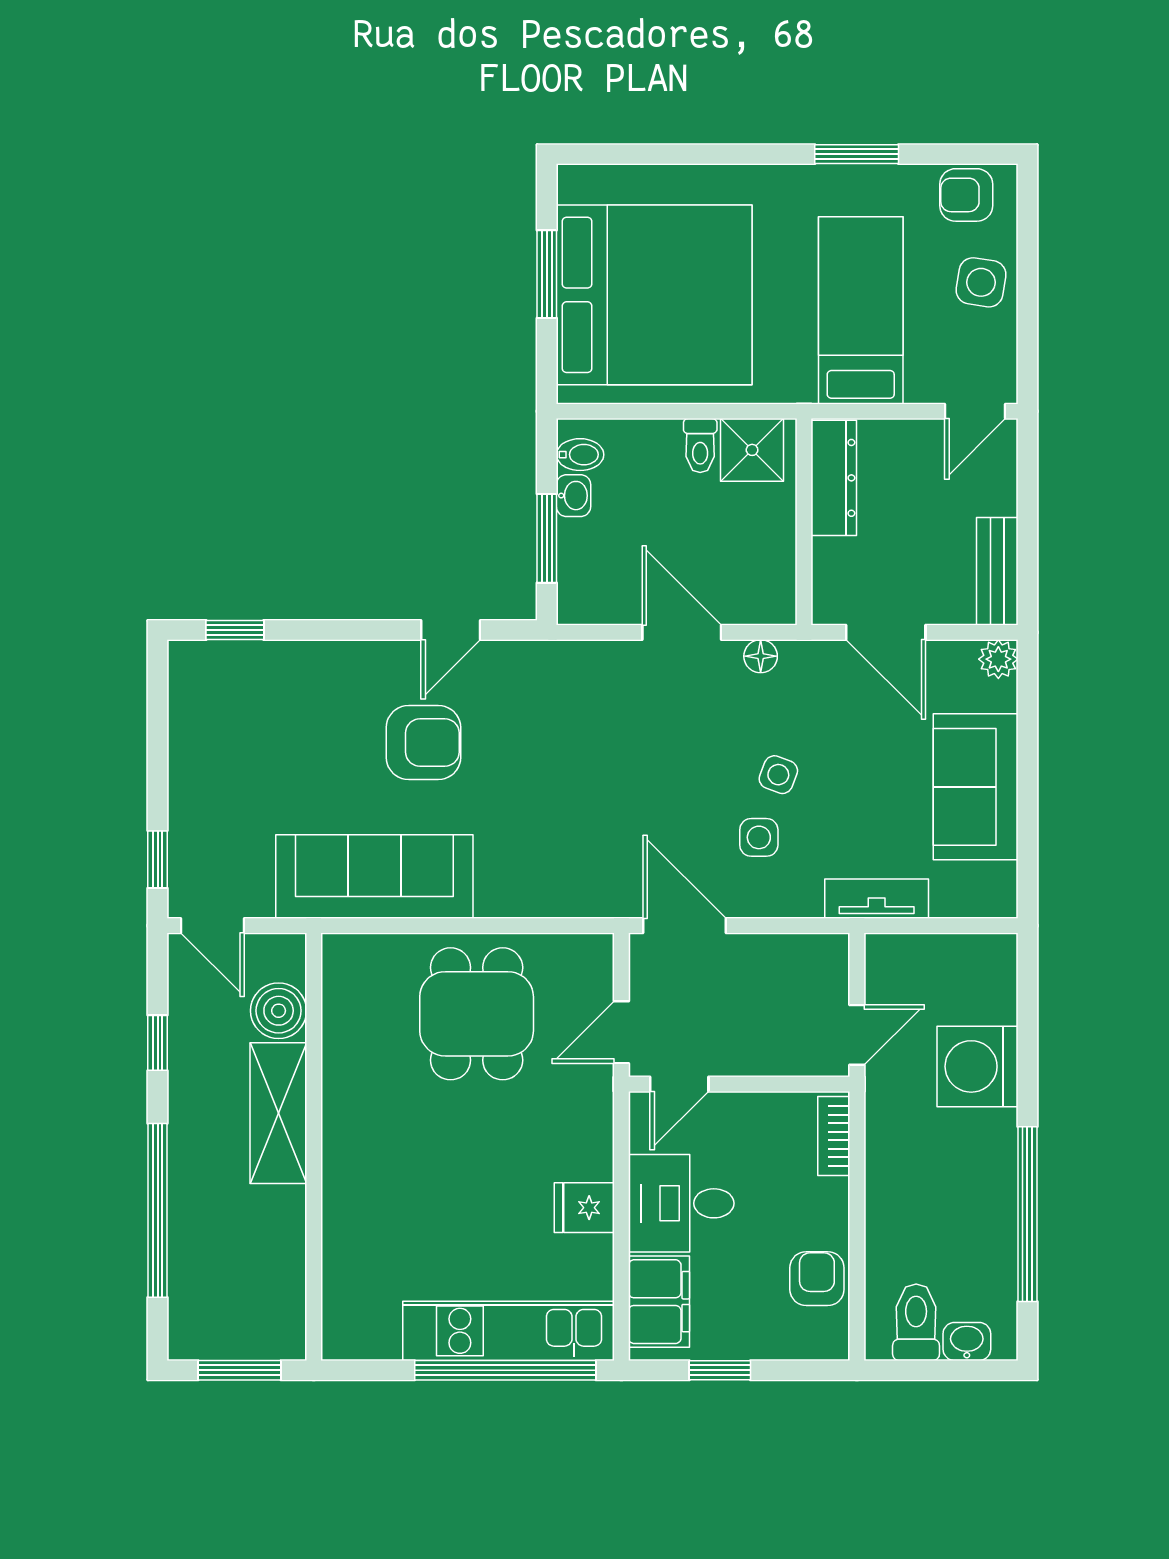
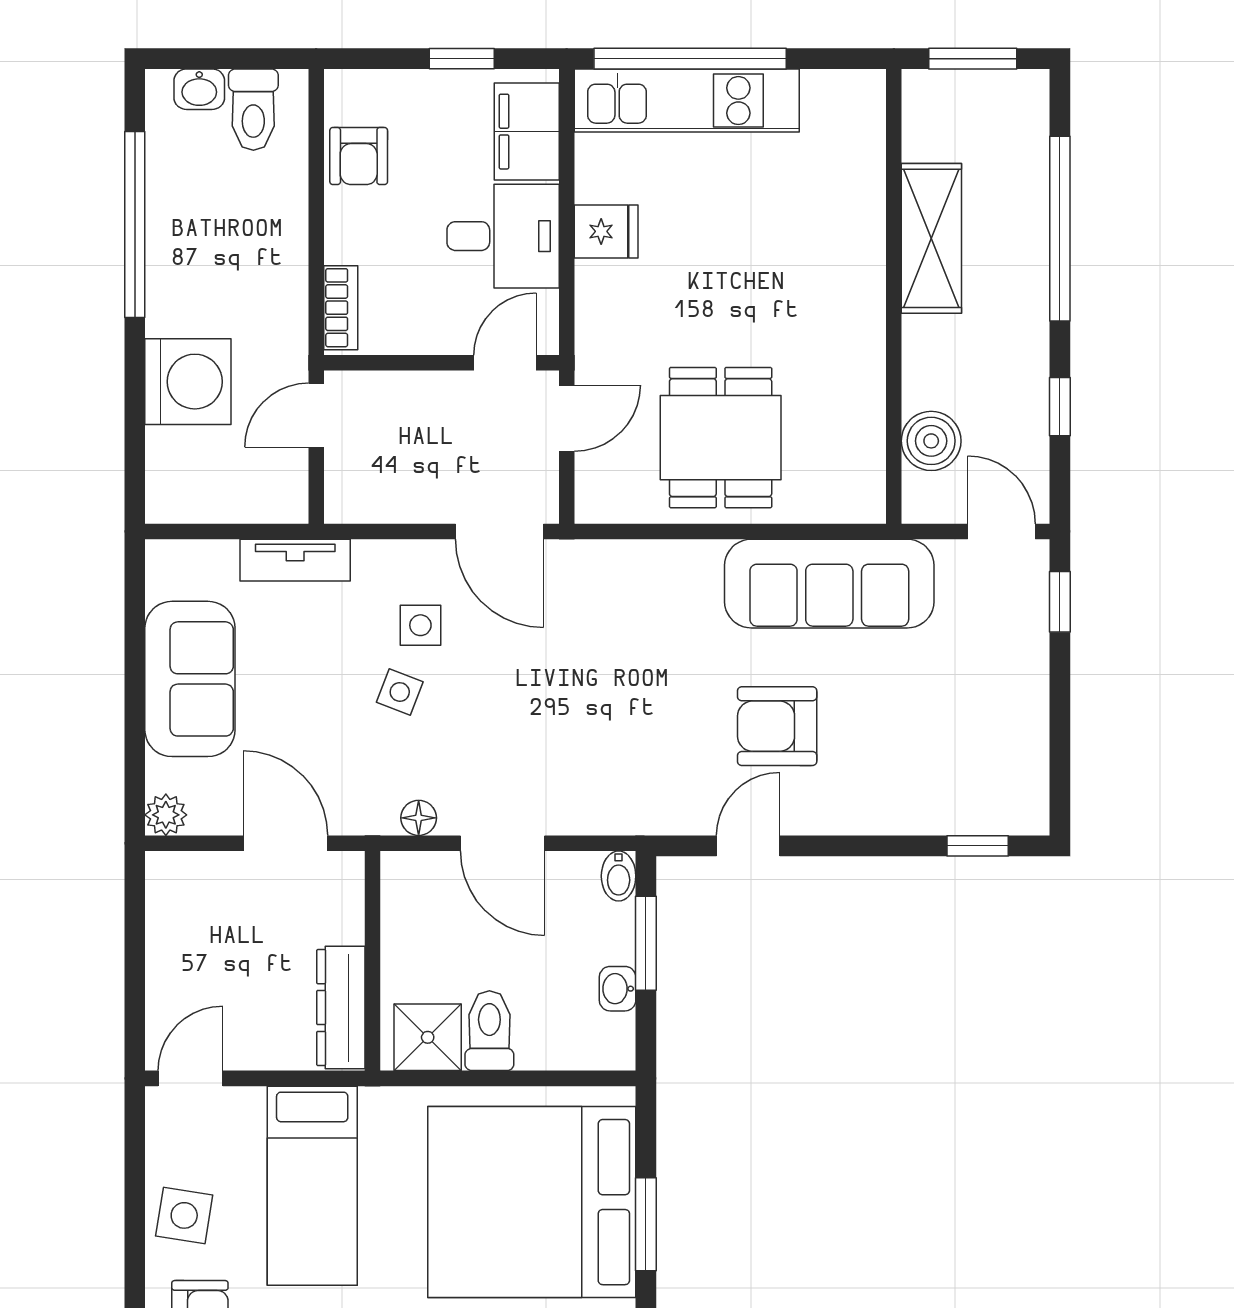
toilet: (700, 446) -> (489, 1031), width x1.37, depth x1.39
bidet: (580, 455) -> (619, 876), moved, turned -90
bench: (997, 571) -> (167, 908), removed
shelving: (278, 1113) -> (931, 238), moved

